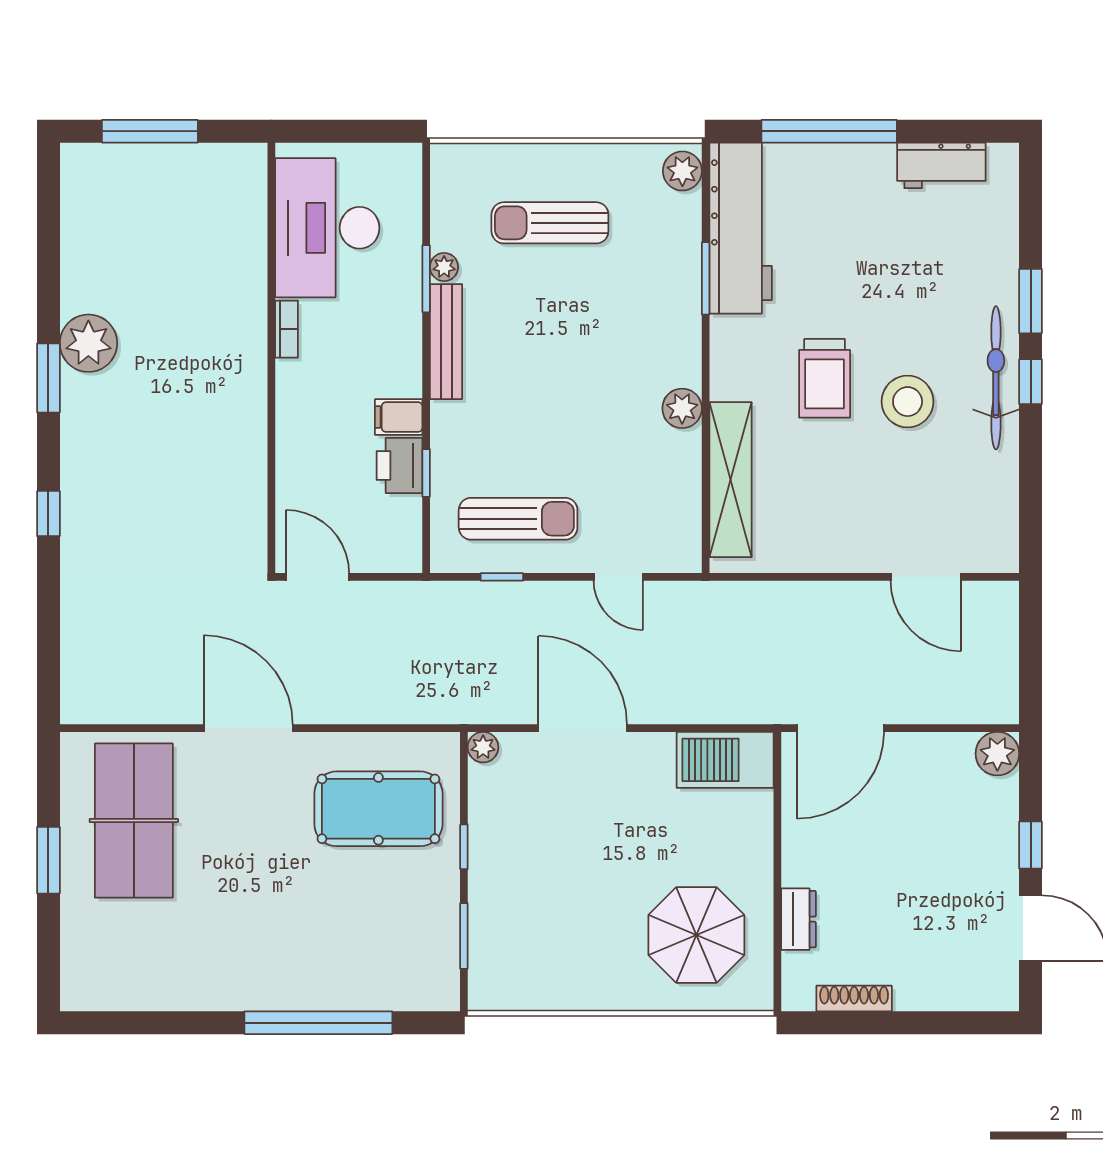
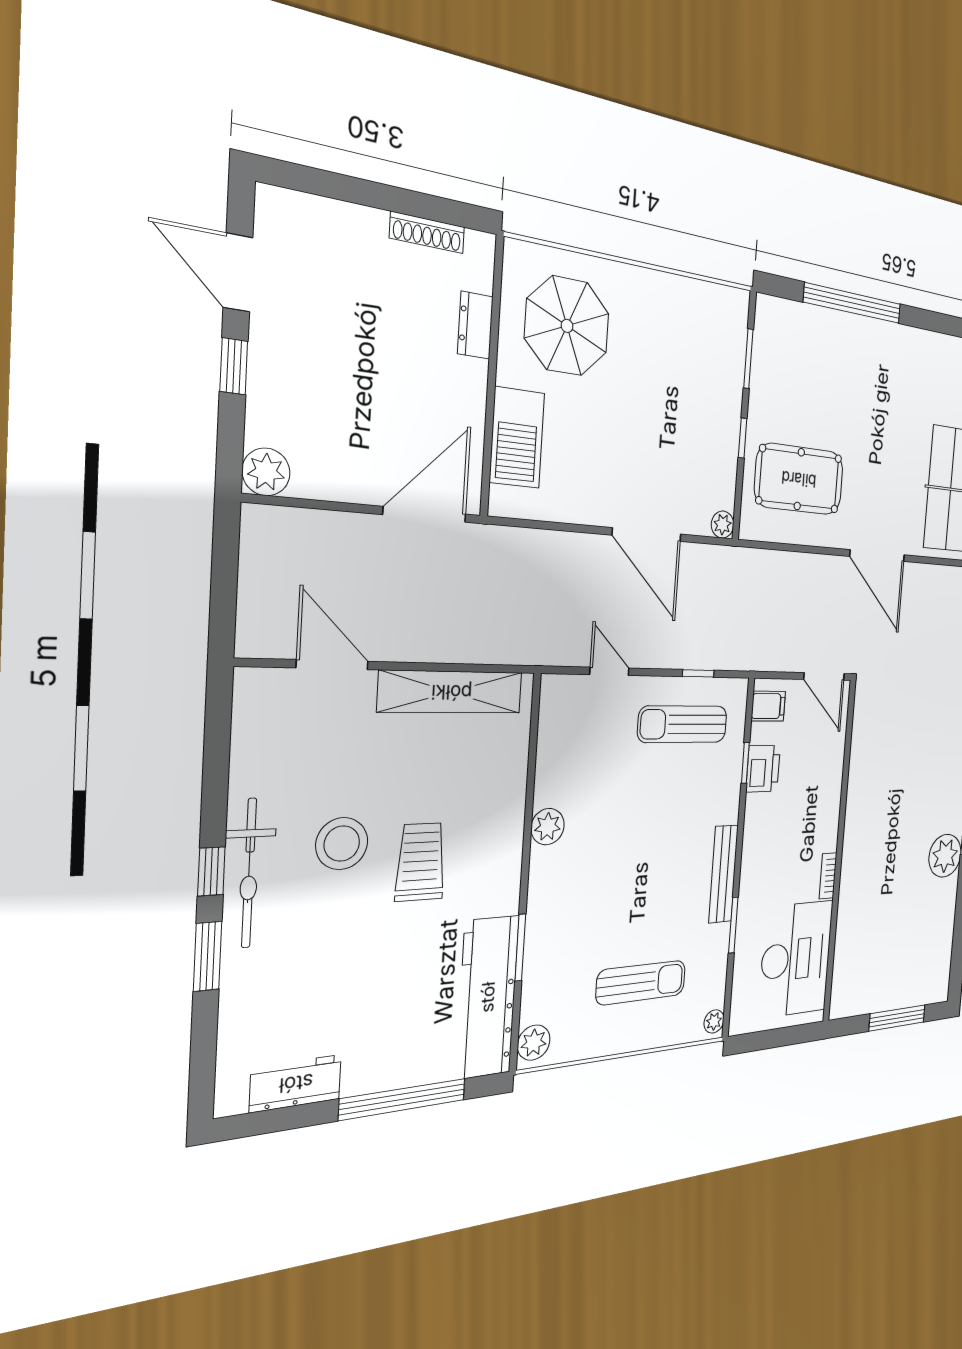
plant: (444, 267) -> (714, 1021), moved
filing cabinet: (399, 417) -> (768, 706), moved
shelving: (731, 480) -> (451, 692), moved, turned 90
barbecue: (725, 760) -> (517, 438), moved, turned 90

